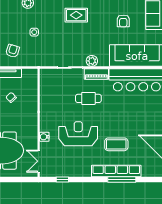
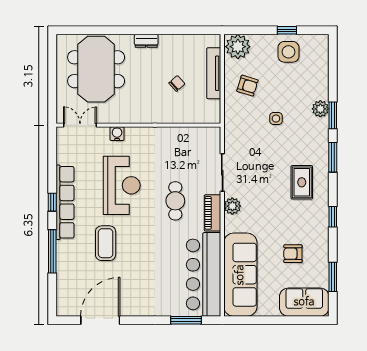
row of seats: (116, 171) -> (65, 202), moved
window: (62, 179) -> (52, 202), moved

